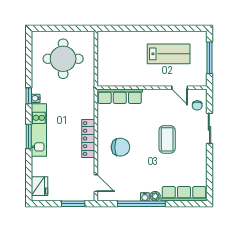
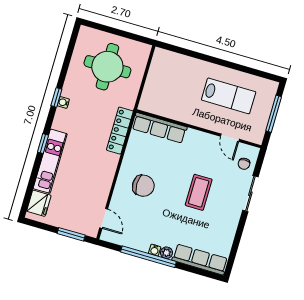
kitchen unit: (39, 130) -> (50, 161), moved
window: (29, 137) -> (43, 144), width x0.67
locker: (88, 138) -> (120, 131), moved

